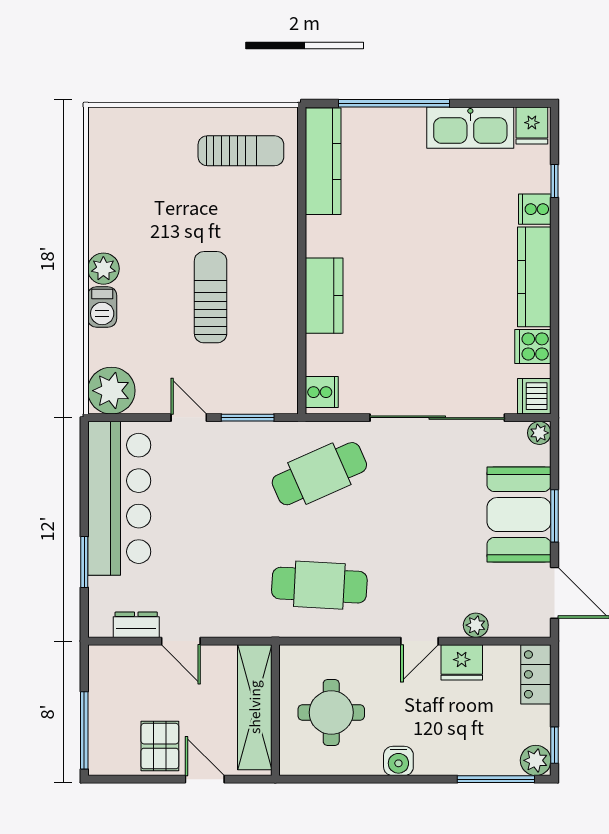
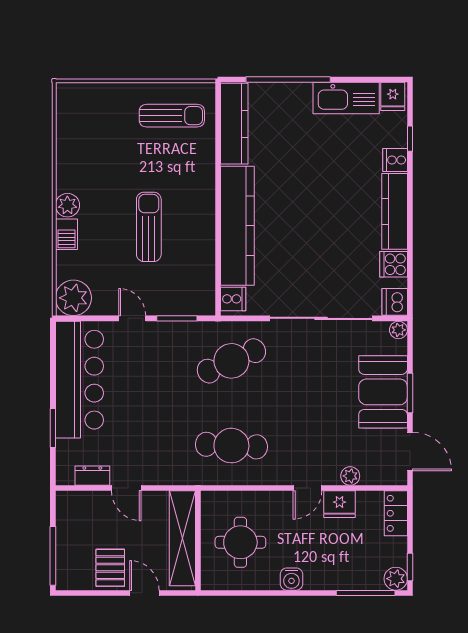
kitchen counter: (324, 296) -> (237, 226), width x2.08, depth x1.17

